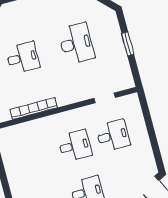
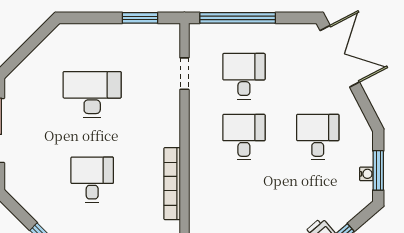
window: (128, 44) -> (140, 18), moved
window: (149, 122) -> (238, 18), added

